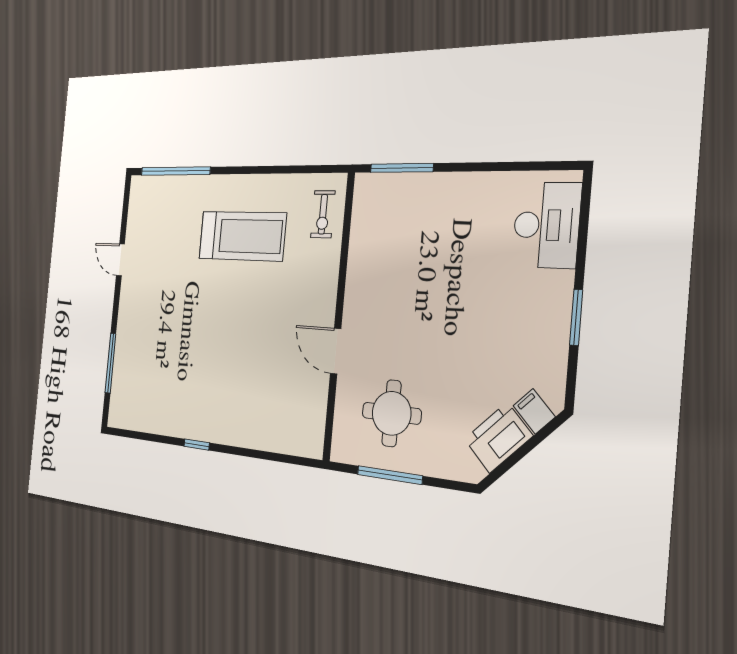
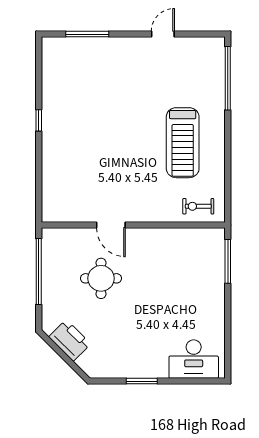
door: (336, 351) -> (111, 225), swing flipped
filing cabinet: (534, 411) -> (87, 361), removed
round table: (392, 413) -> (101, 278), moved
window: (390, 475) -> (39, 272), width x1.46

